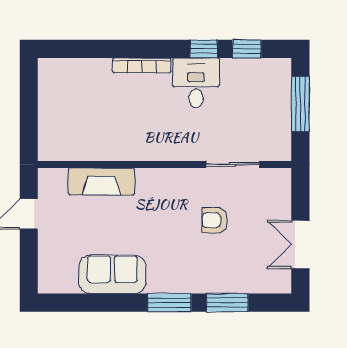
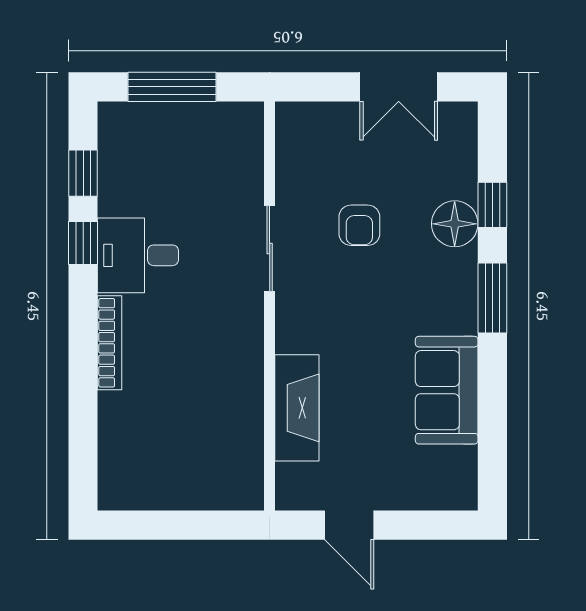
sliding door: (233, 164) -> (270, 249), moved
floor lamp: (216, 279) -> (455, 224), added
window: (227, 303) -> (492, 205), width x0.67

